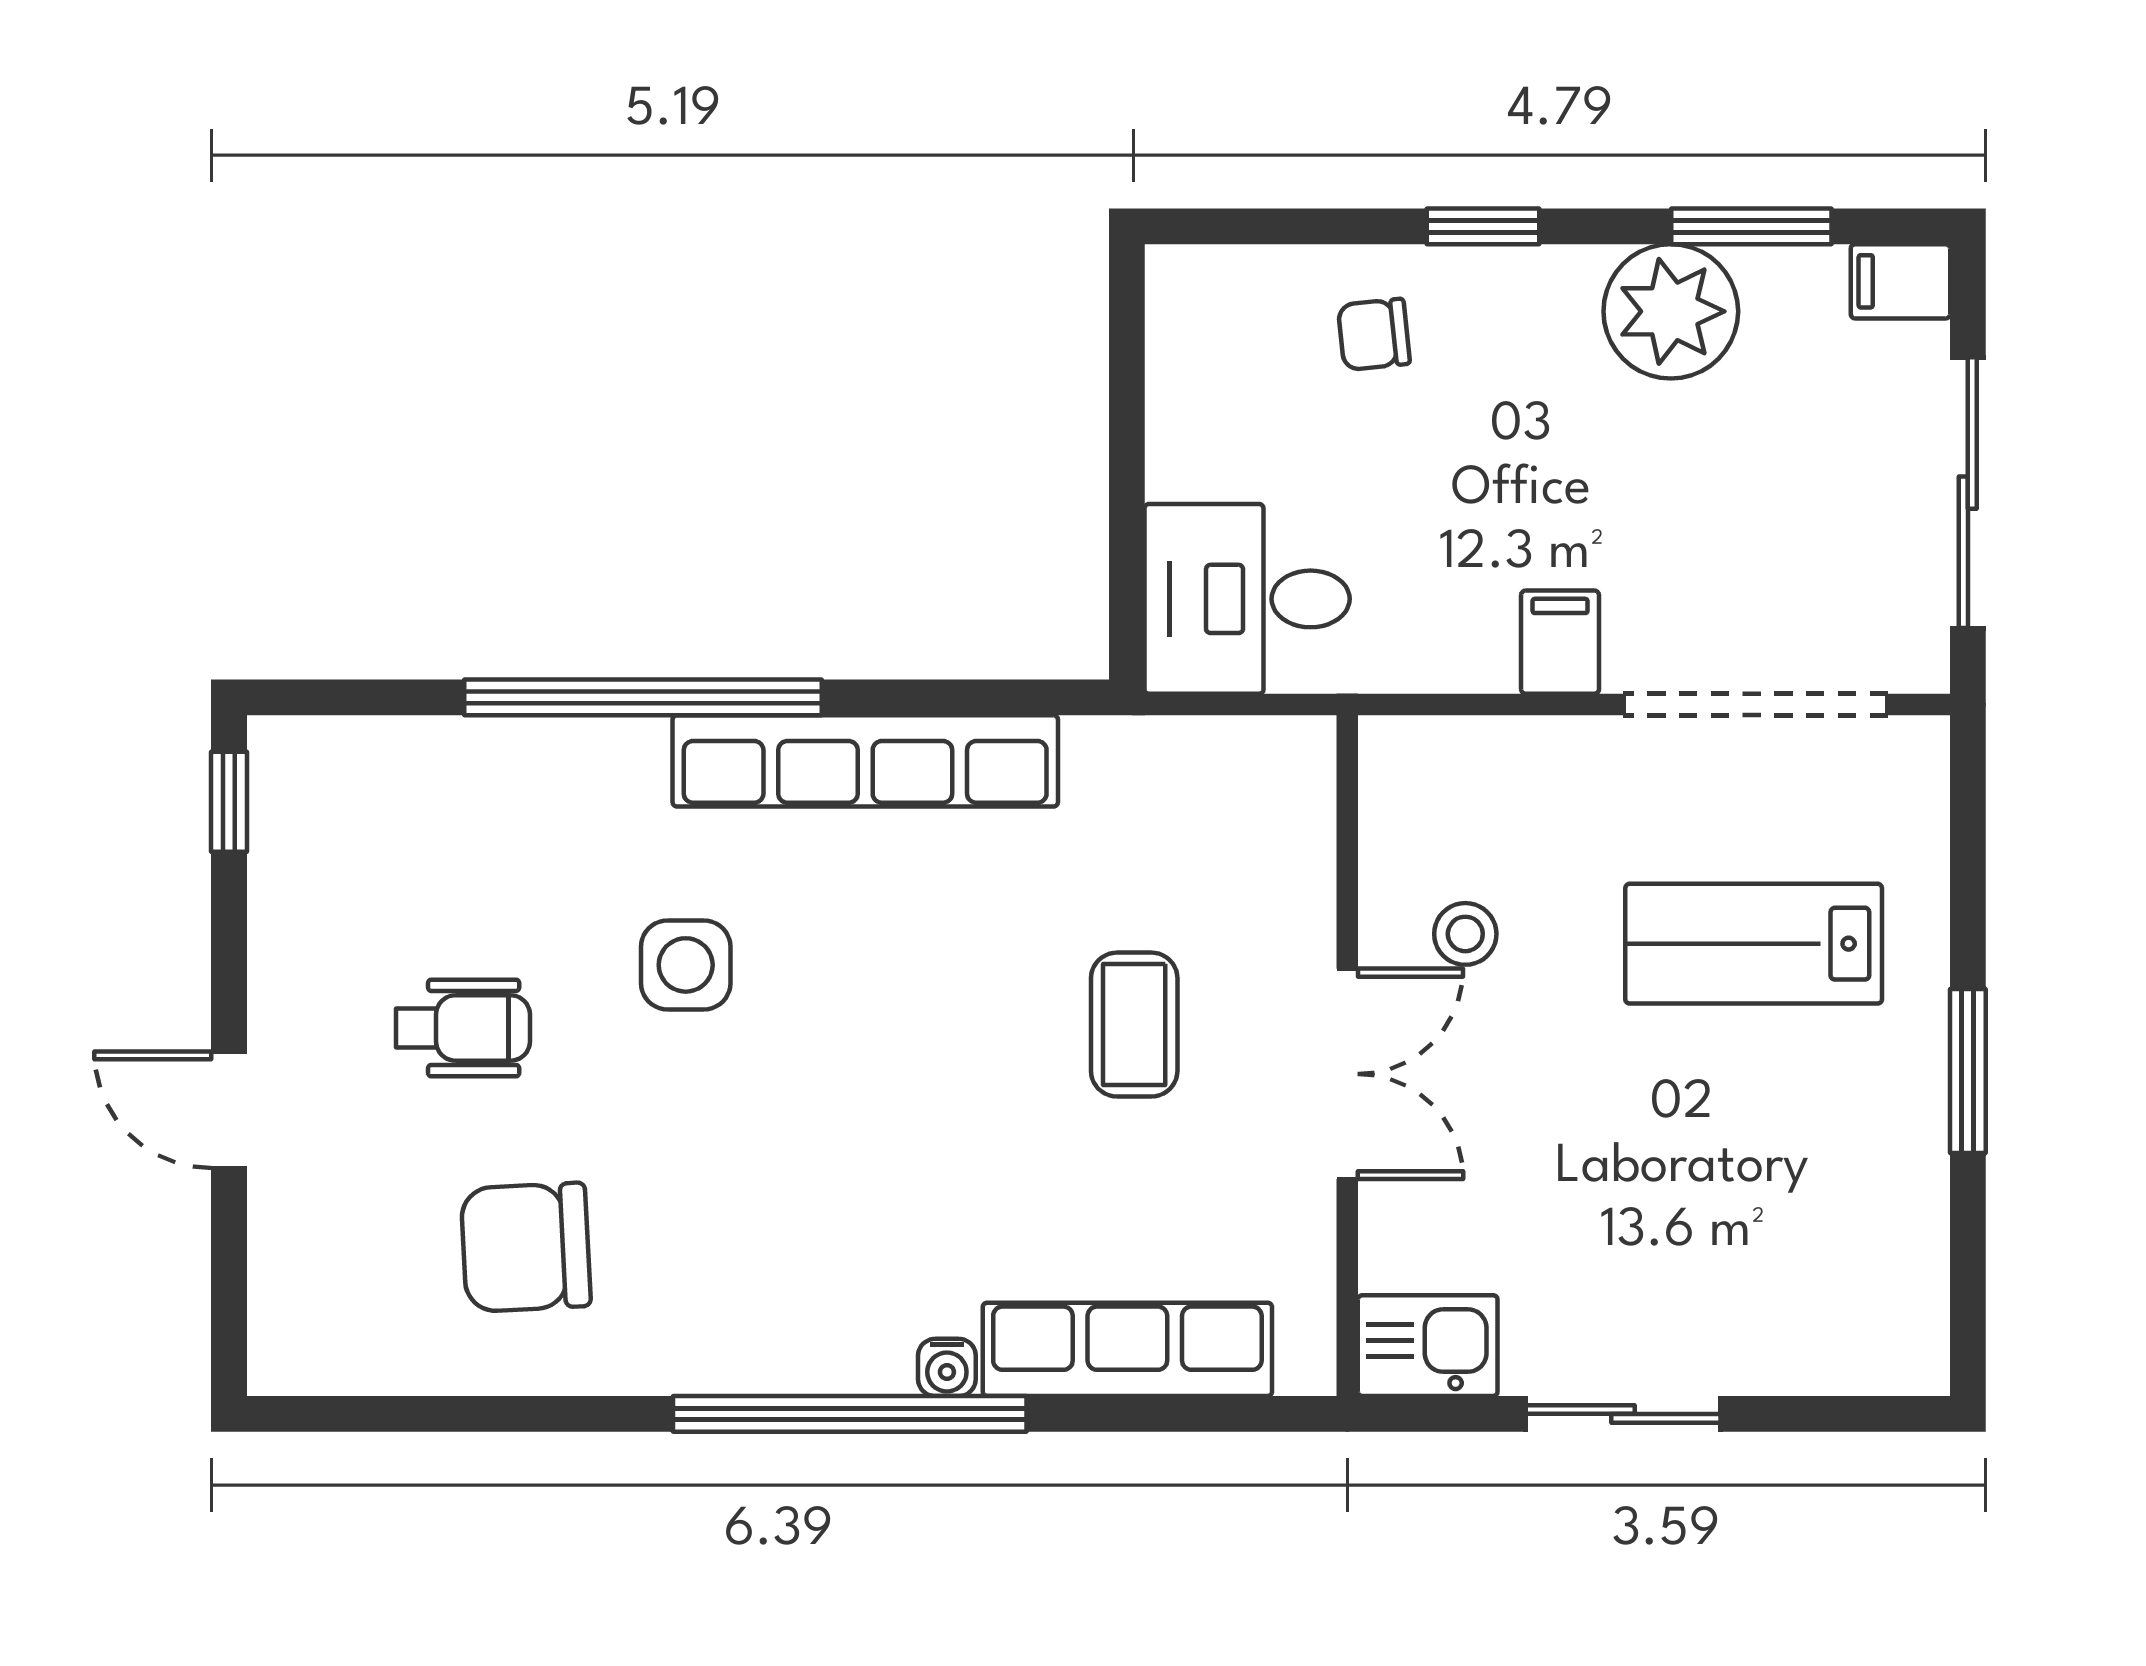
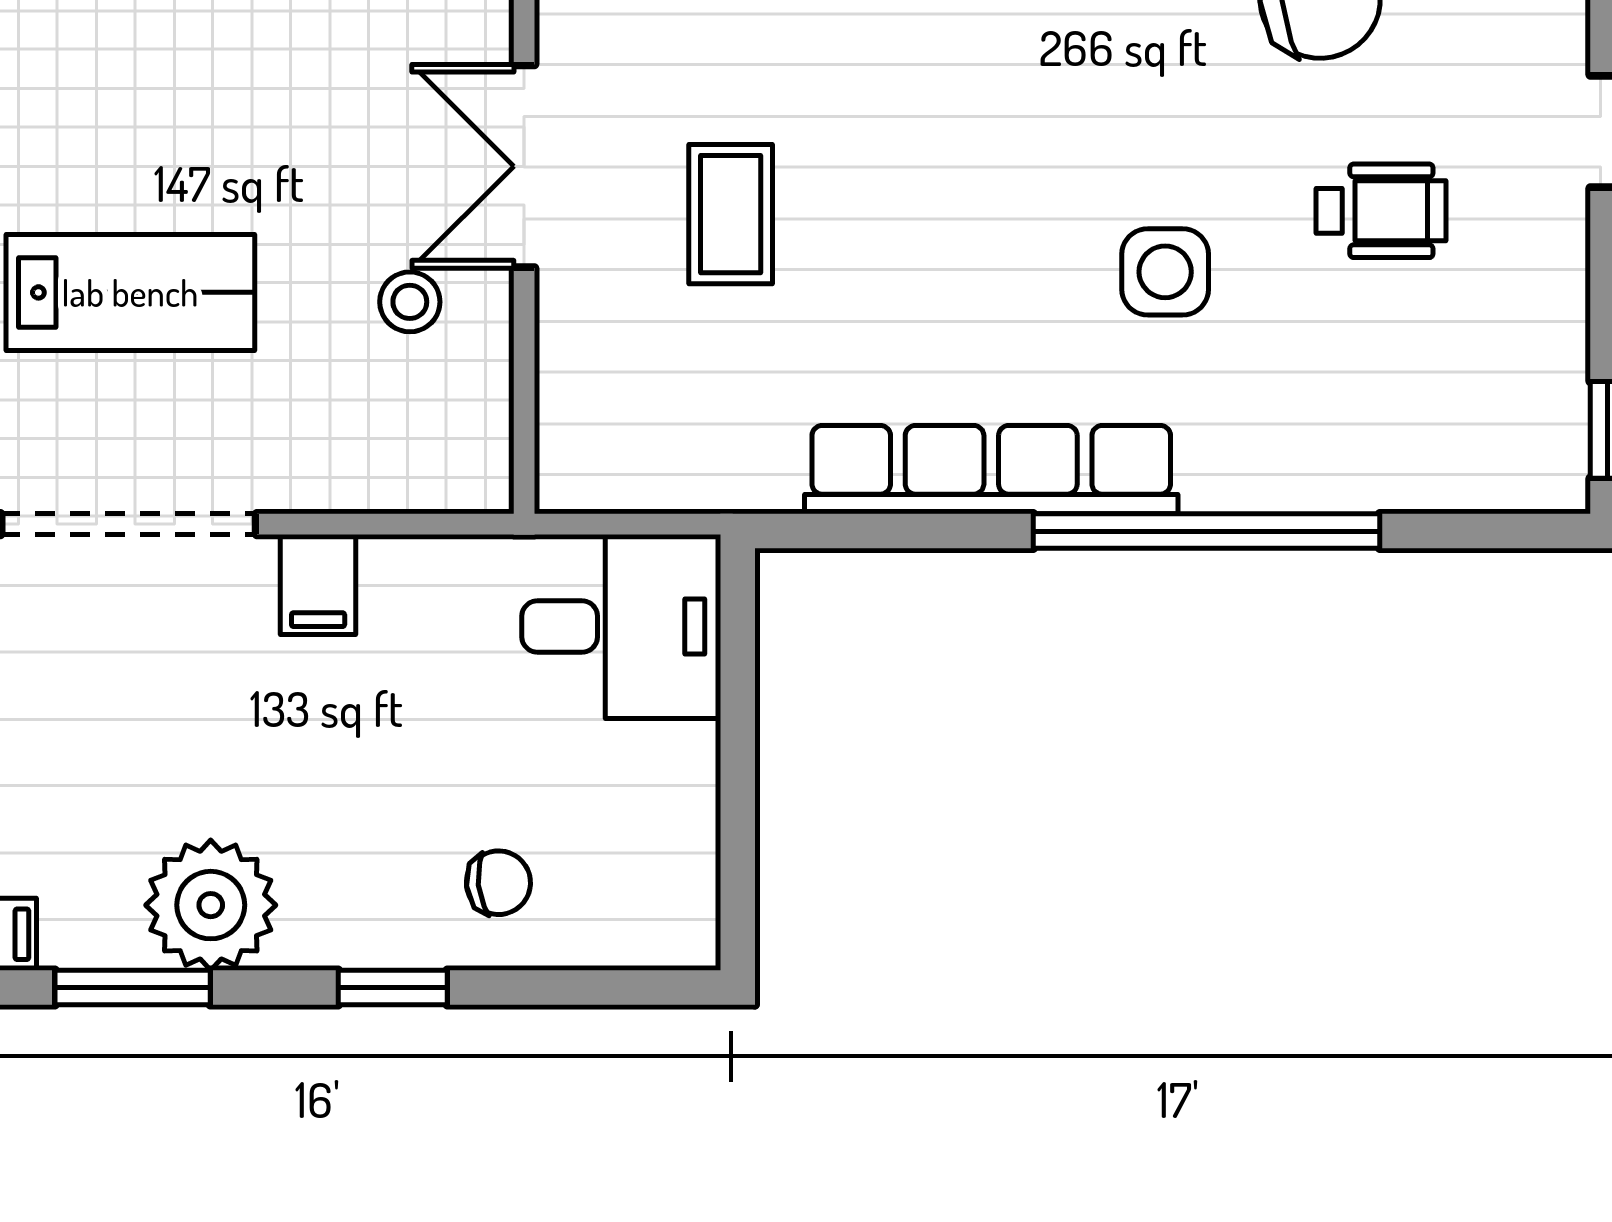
wheelchair: (463, 1028) -> (1381, 211), turned 180

